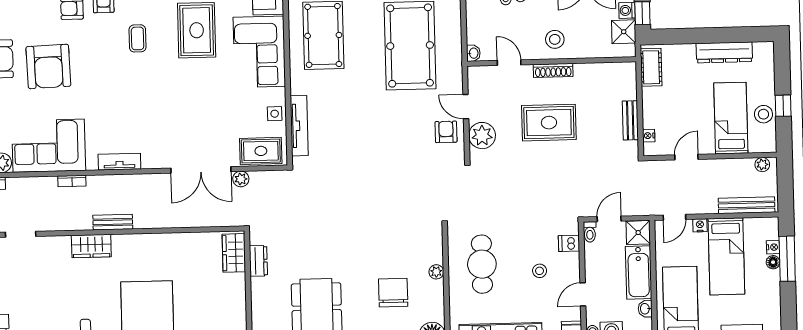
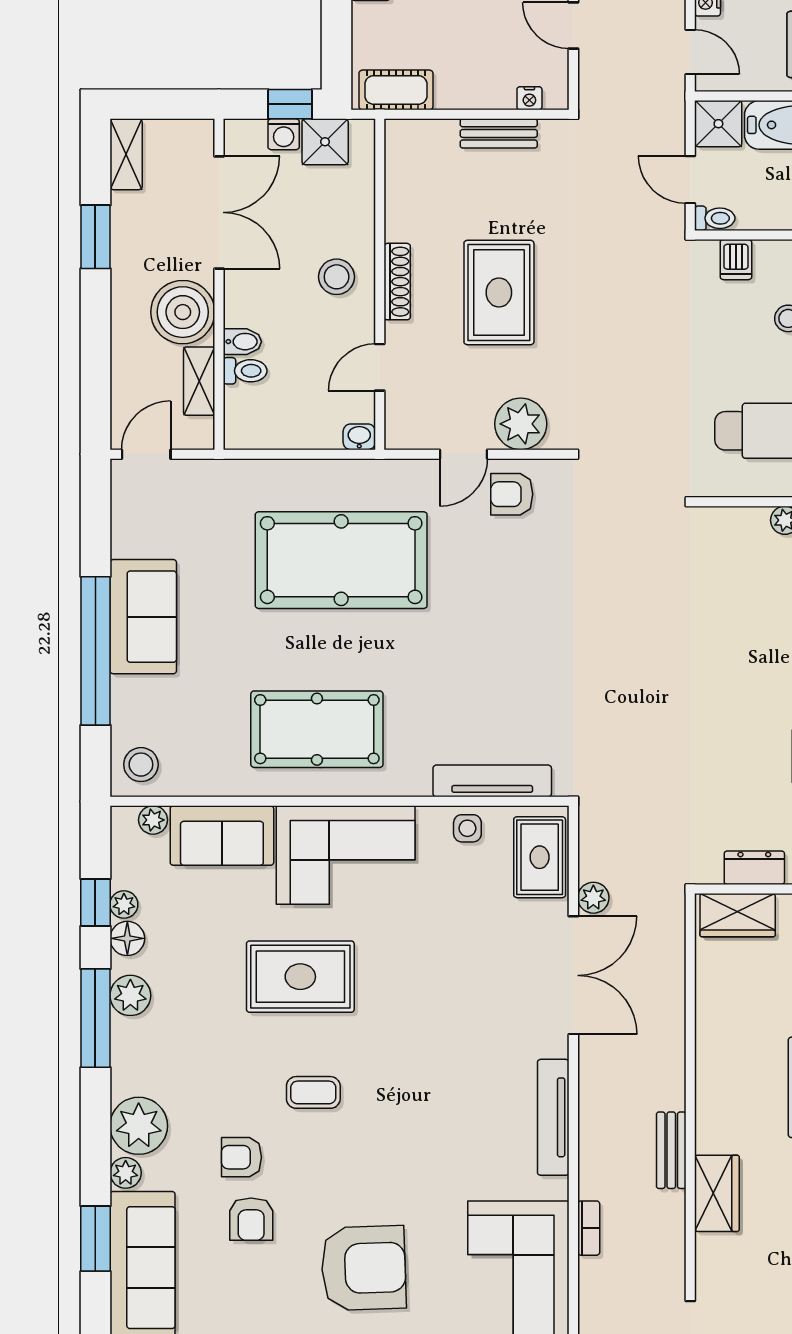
tv unit: (119, 162) -> (553, 1117), width x1.41

